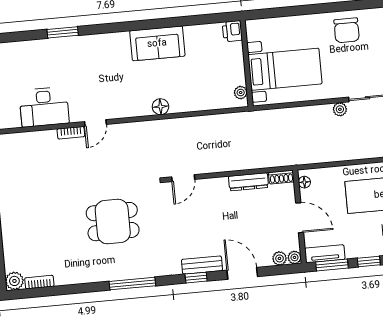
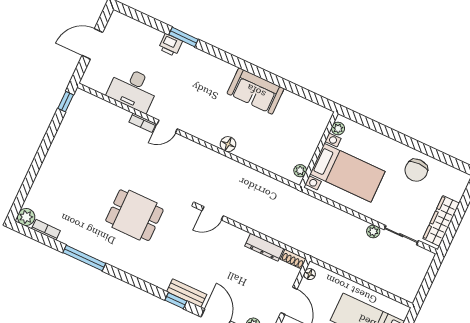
printer: (232, 31) -> (170, 45), moved, turned -90
plant: (253, 34) -> (338, 128), added
window: (132, 284) -> (84, 258), moved

